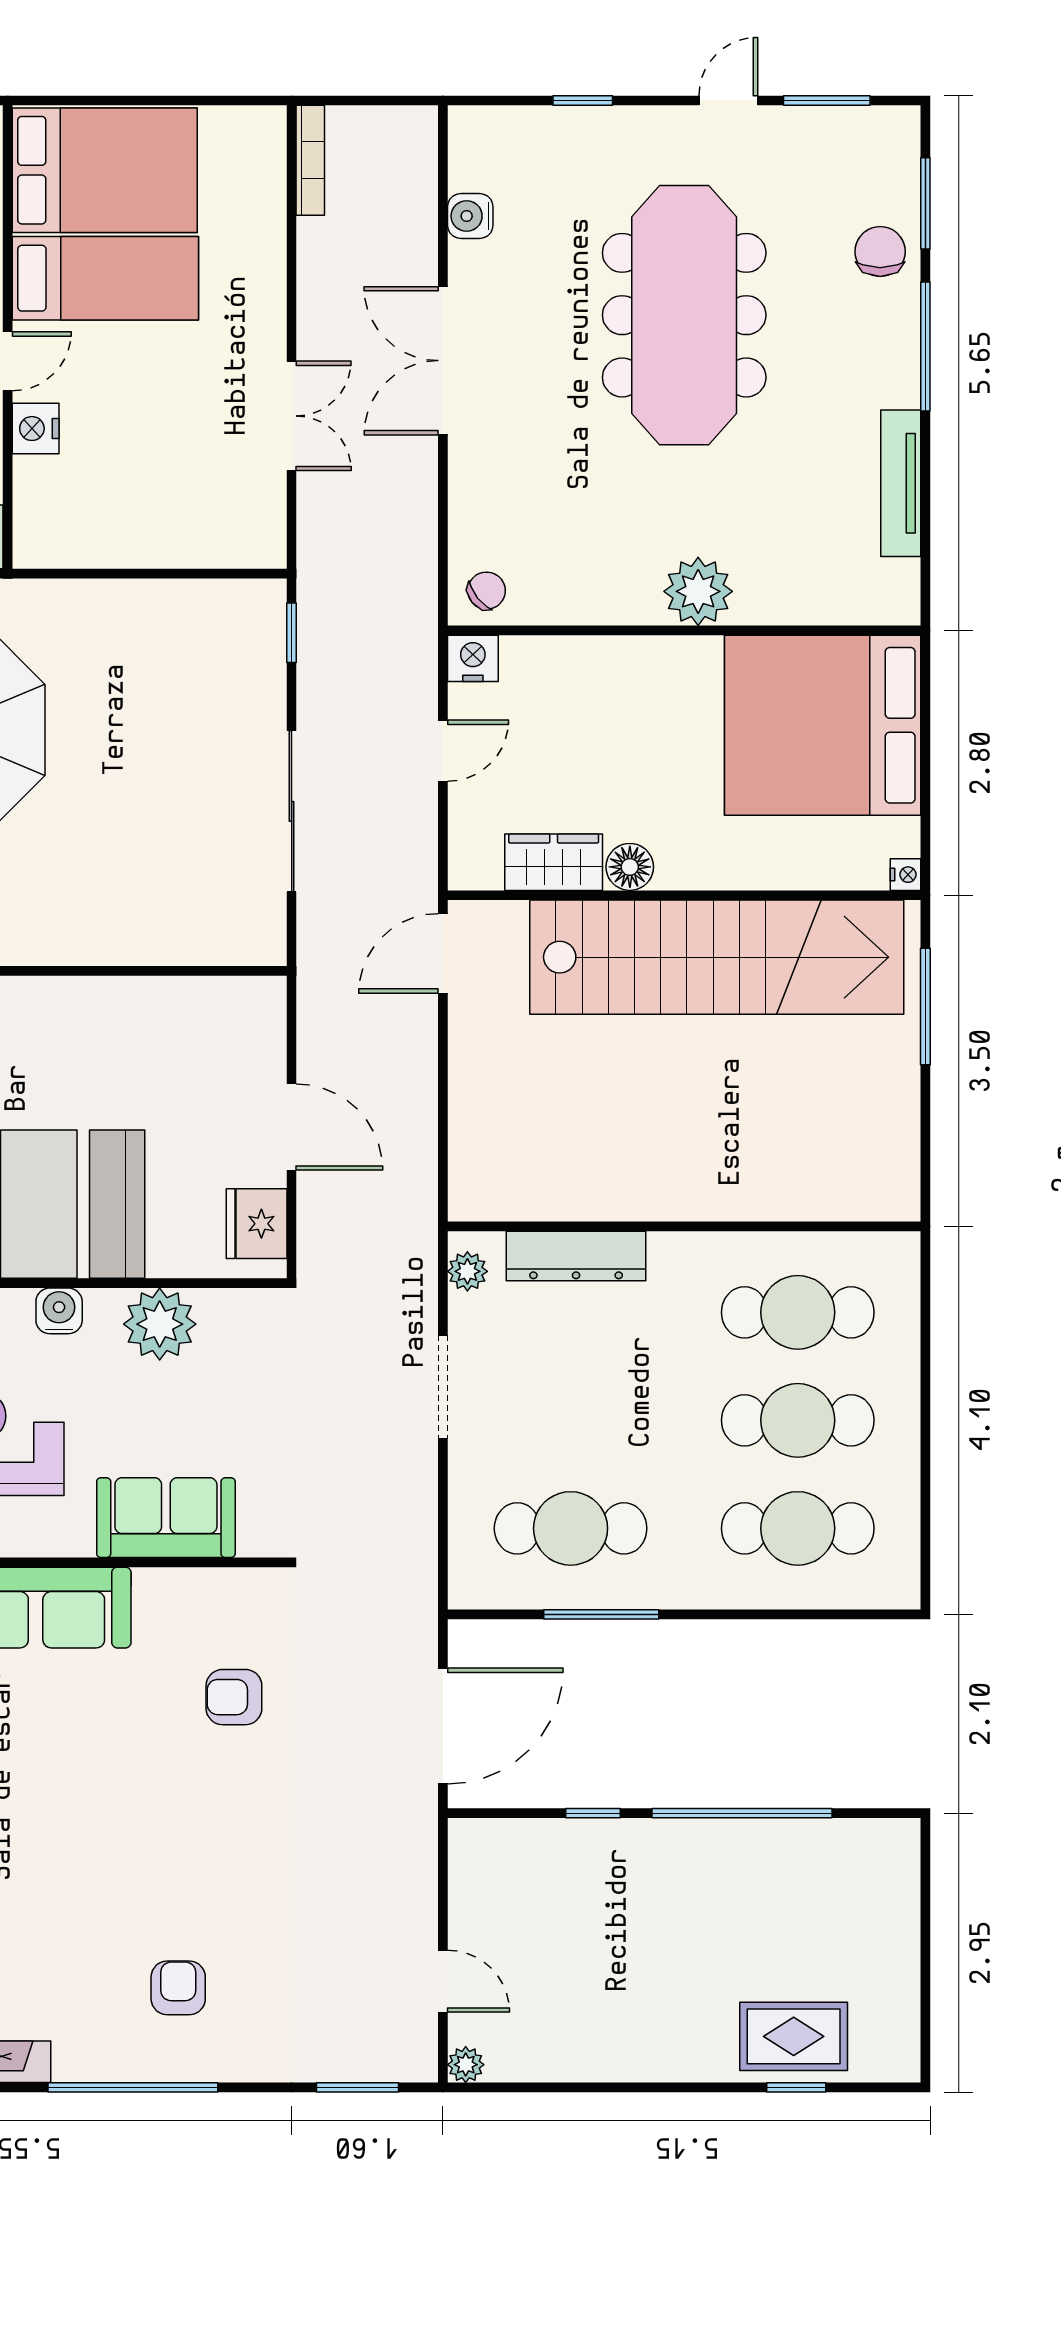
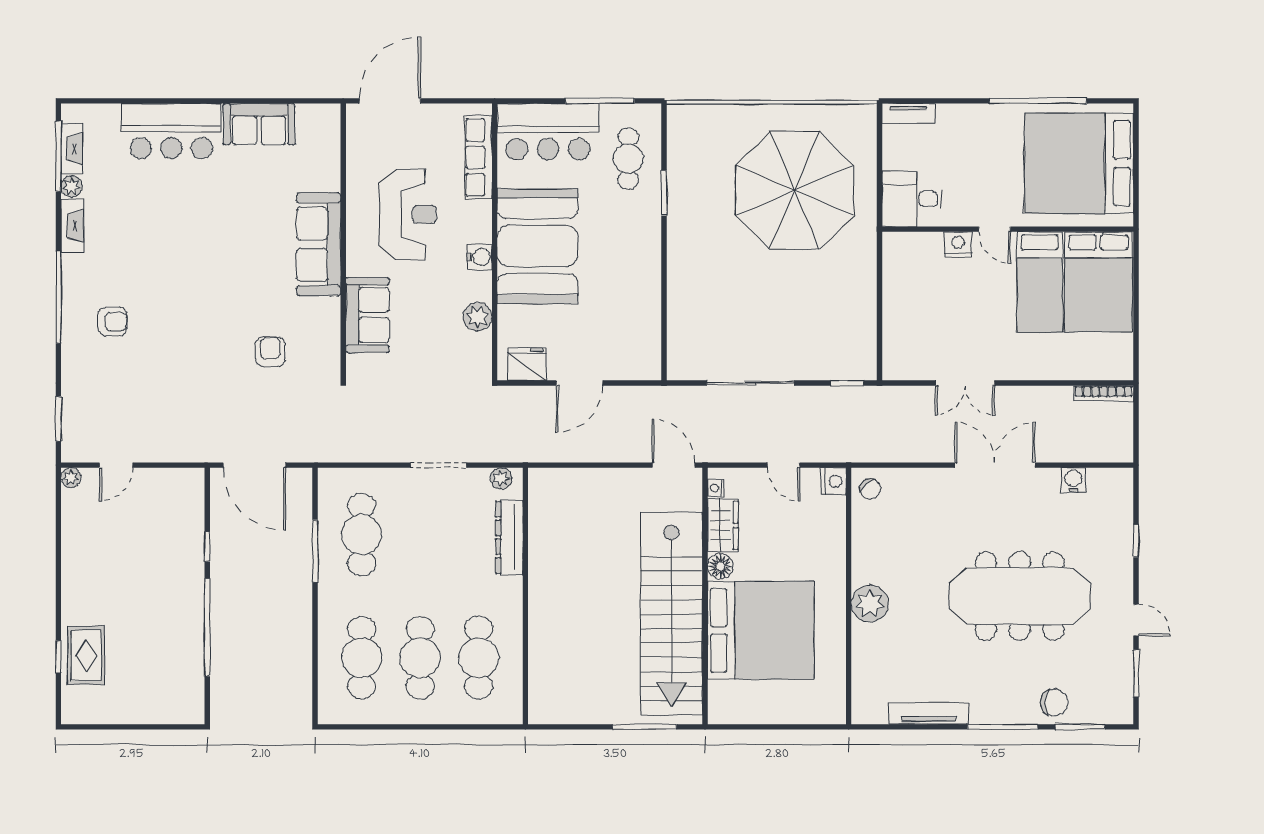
bed: (823, 725) -> (761, 630), moved, turned 90
nightstand: (906, 875) -> (716, 488), moved, turned 90
plant: (160, 1324) -> (478, 317), width x0.73, depth x0.73

